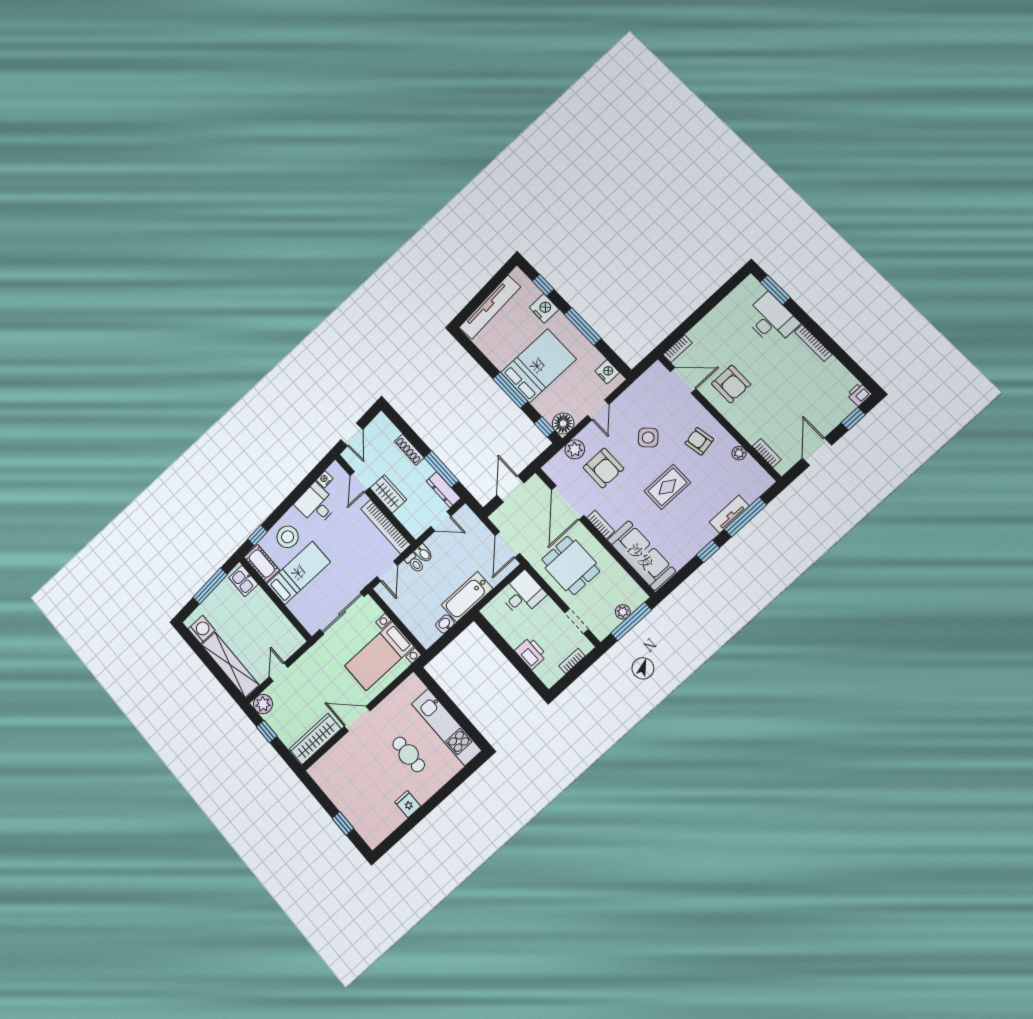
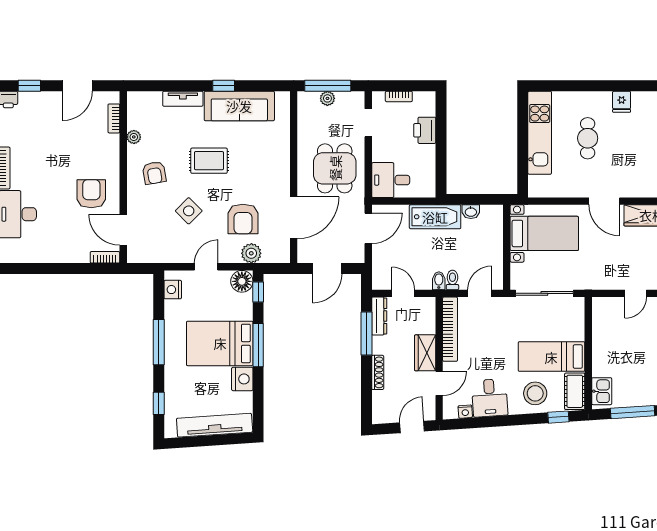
nightstand: (544, 308) -> (242, 379), moved, turned 180
armchair: (603, 468) -> (243, 219), turned 180
window: (746, 517) -> (173, 86), removed
bookcase: (601, 525) -> (284, 178), removed
sofa: (641, 556) -> (239, 106), moved, turned -90

